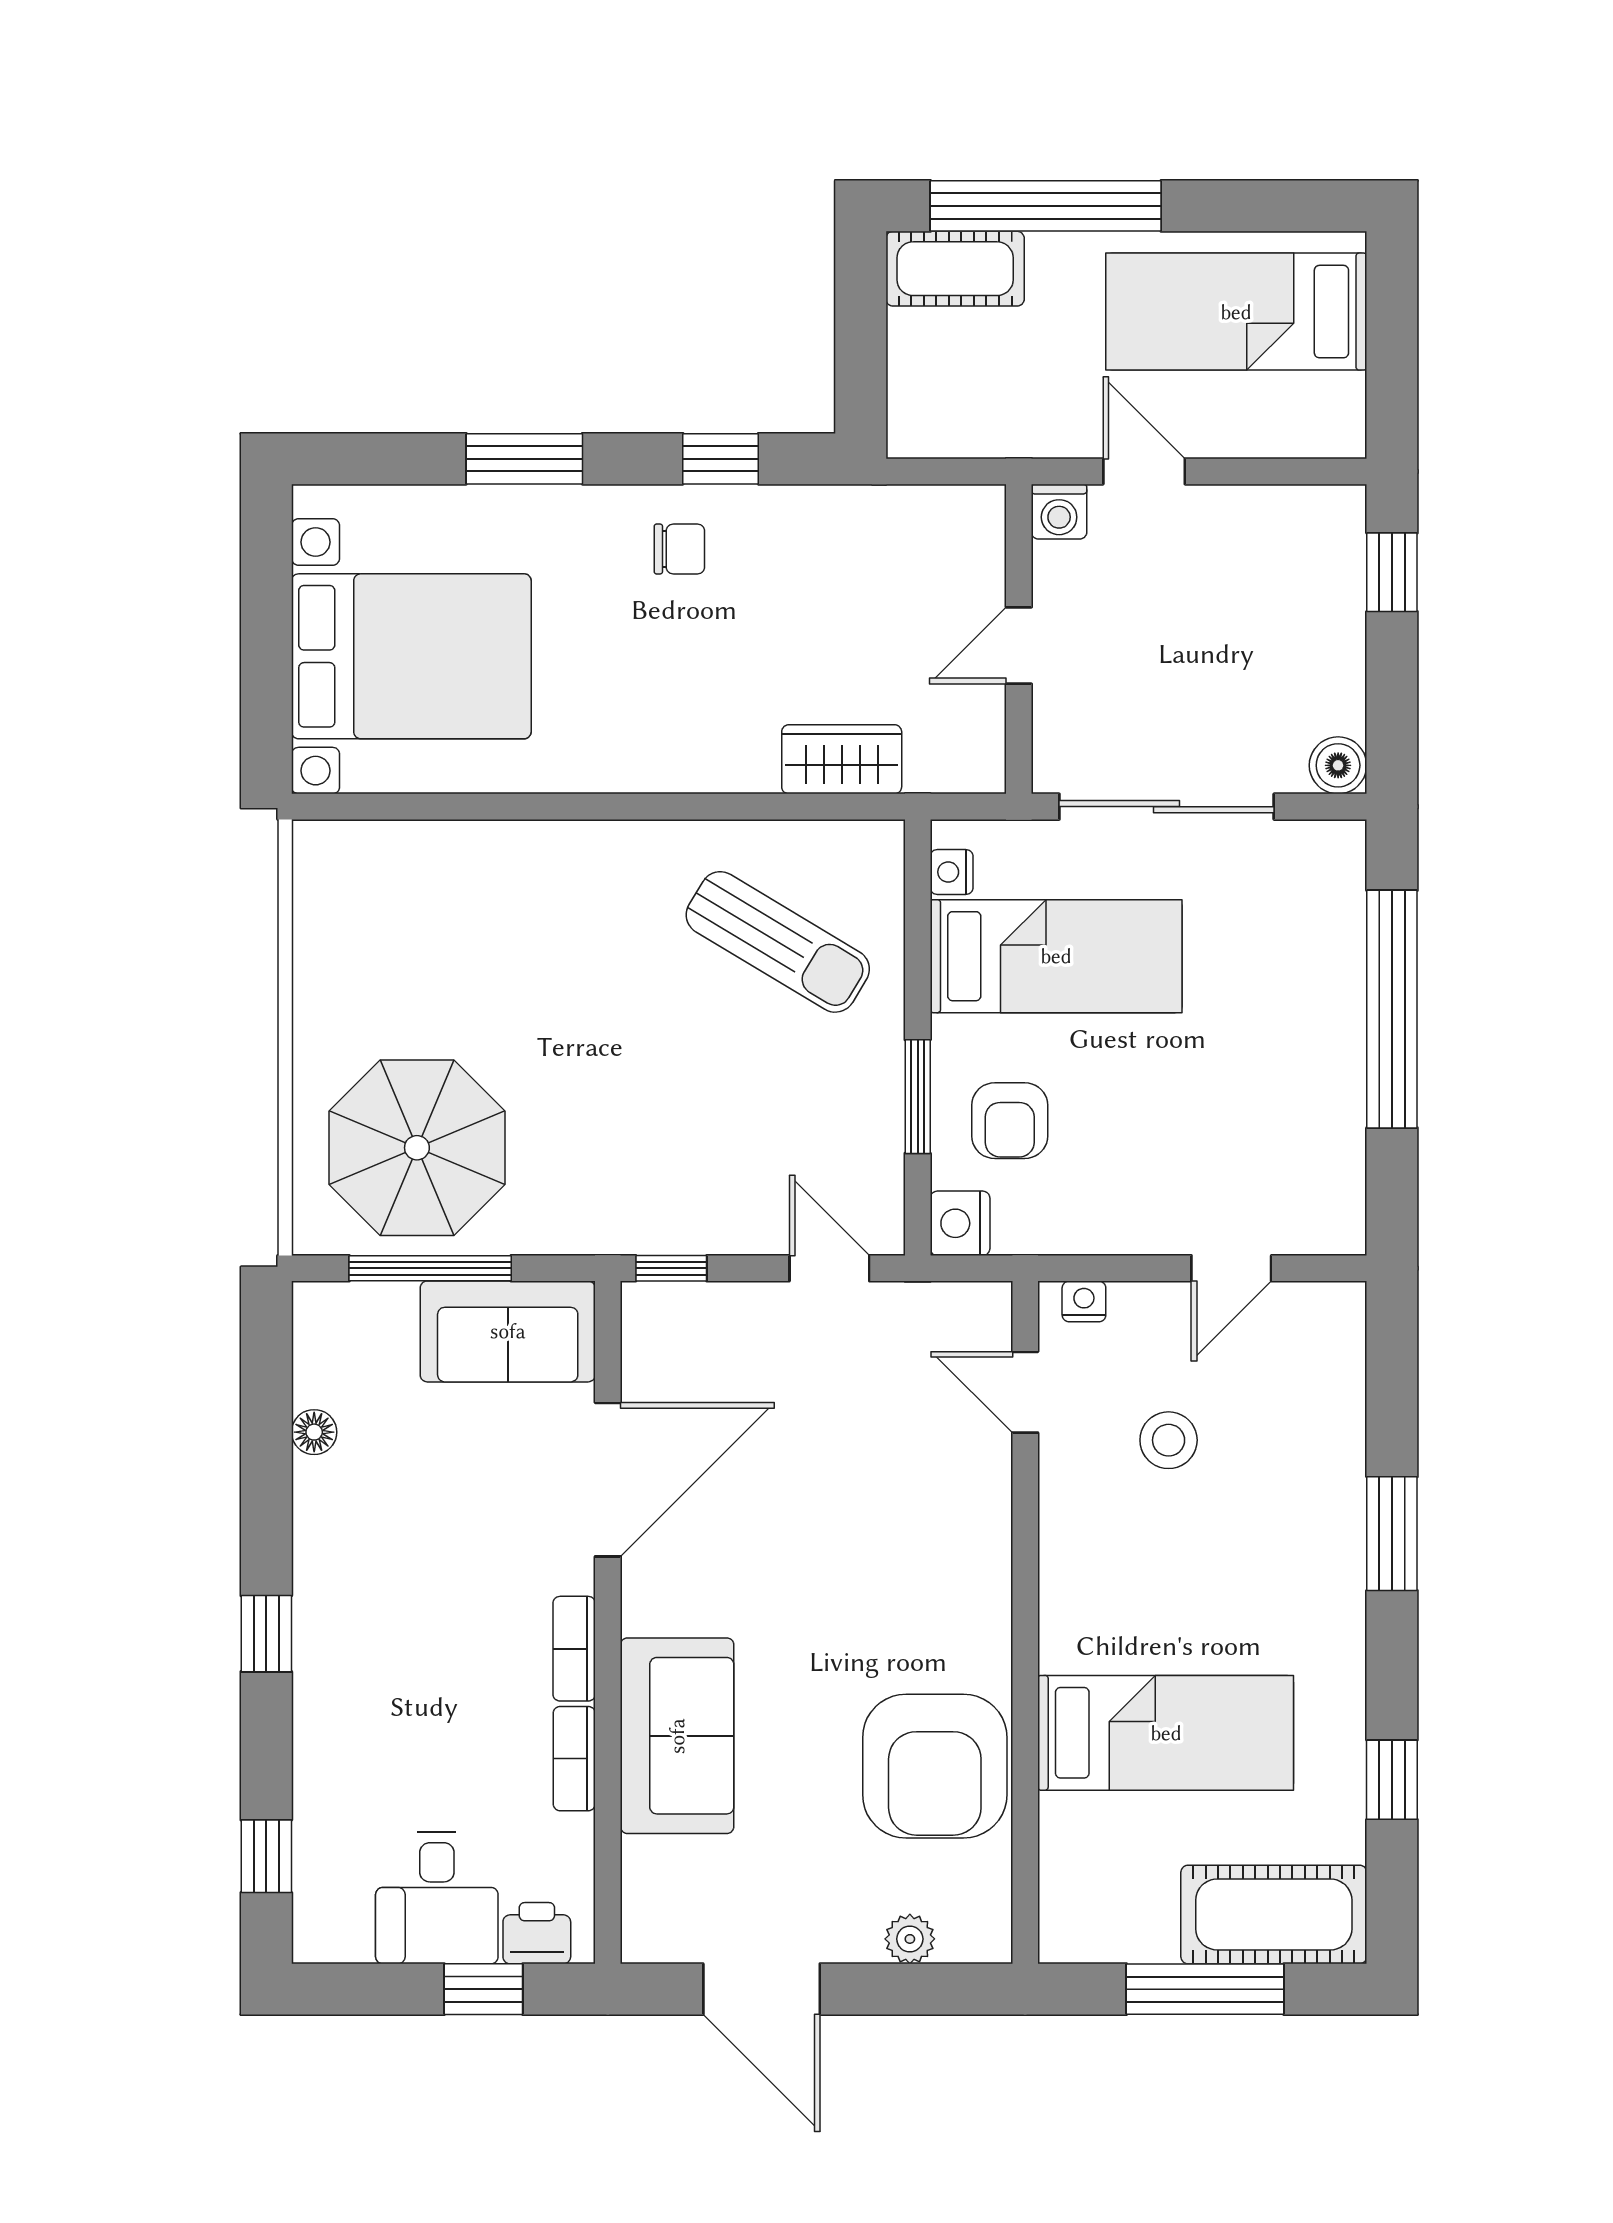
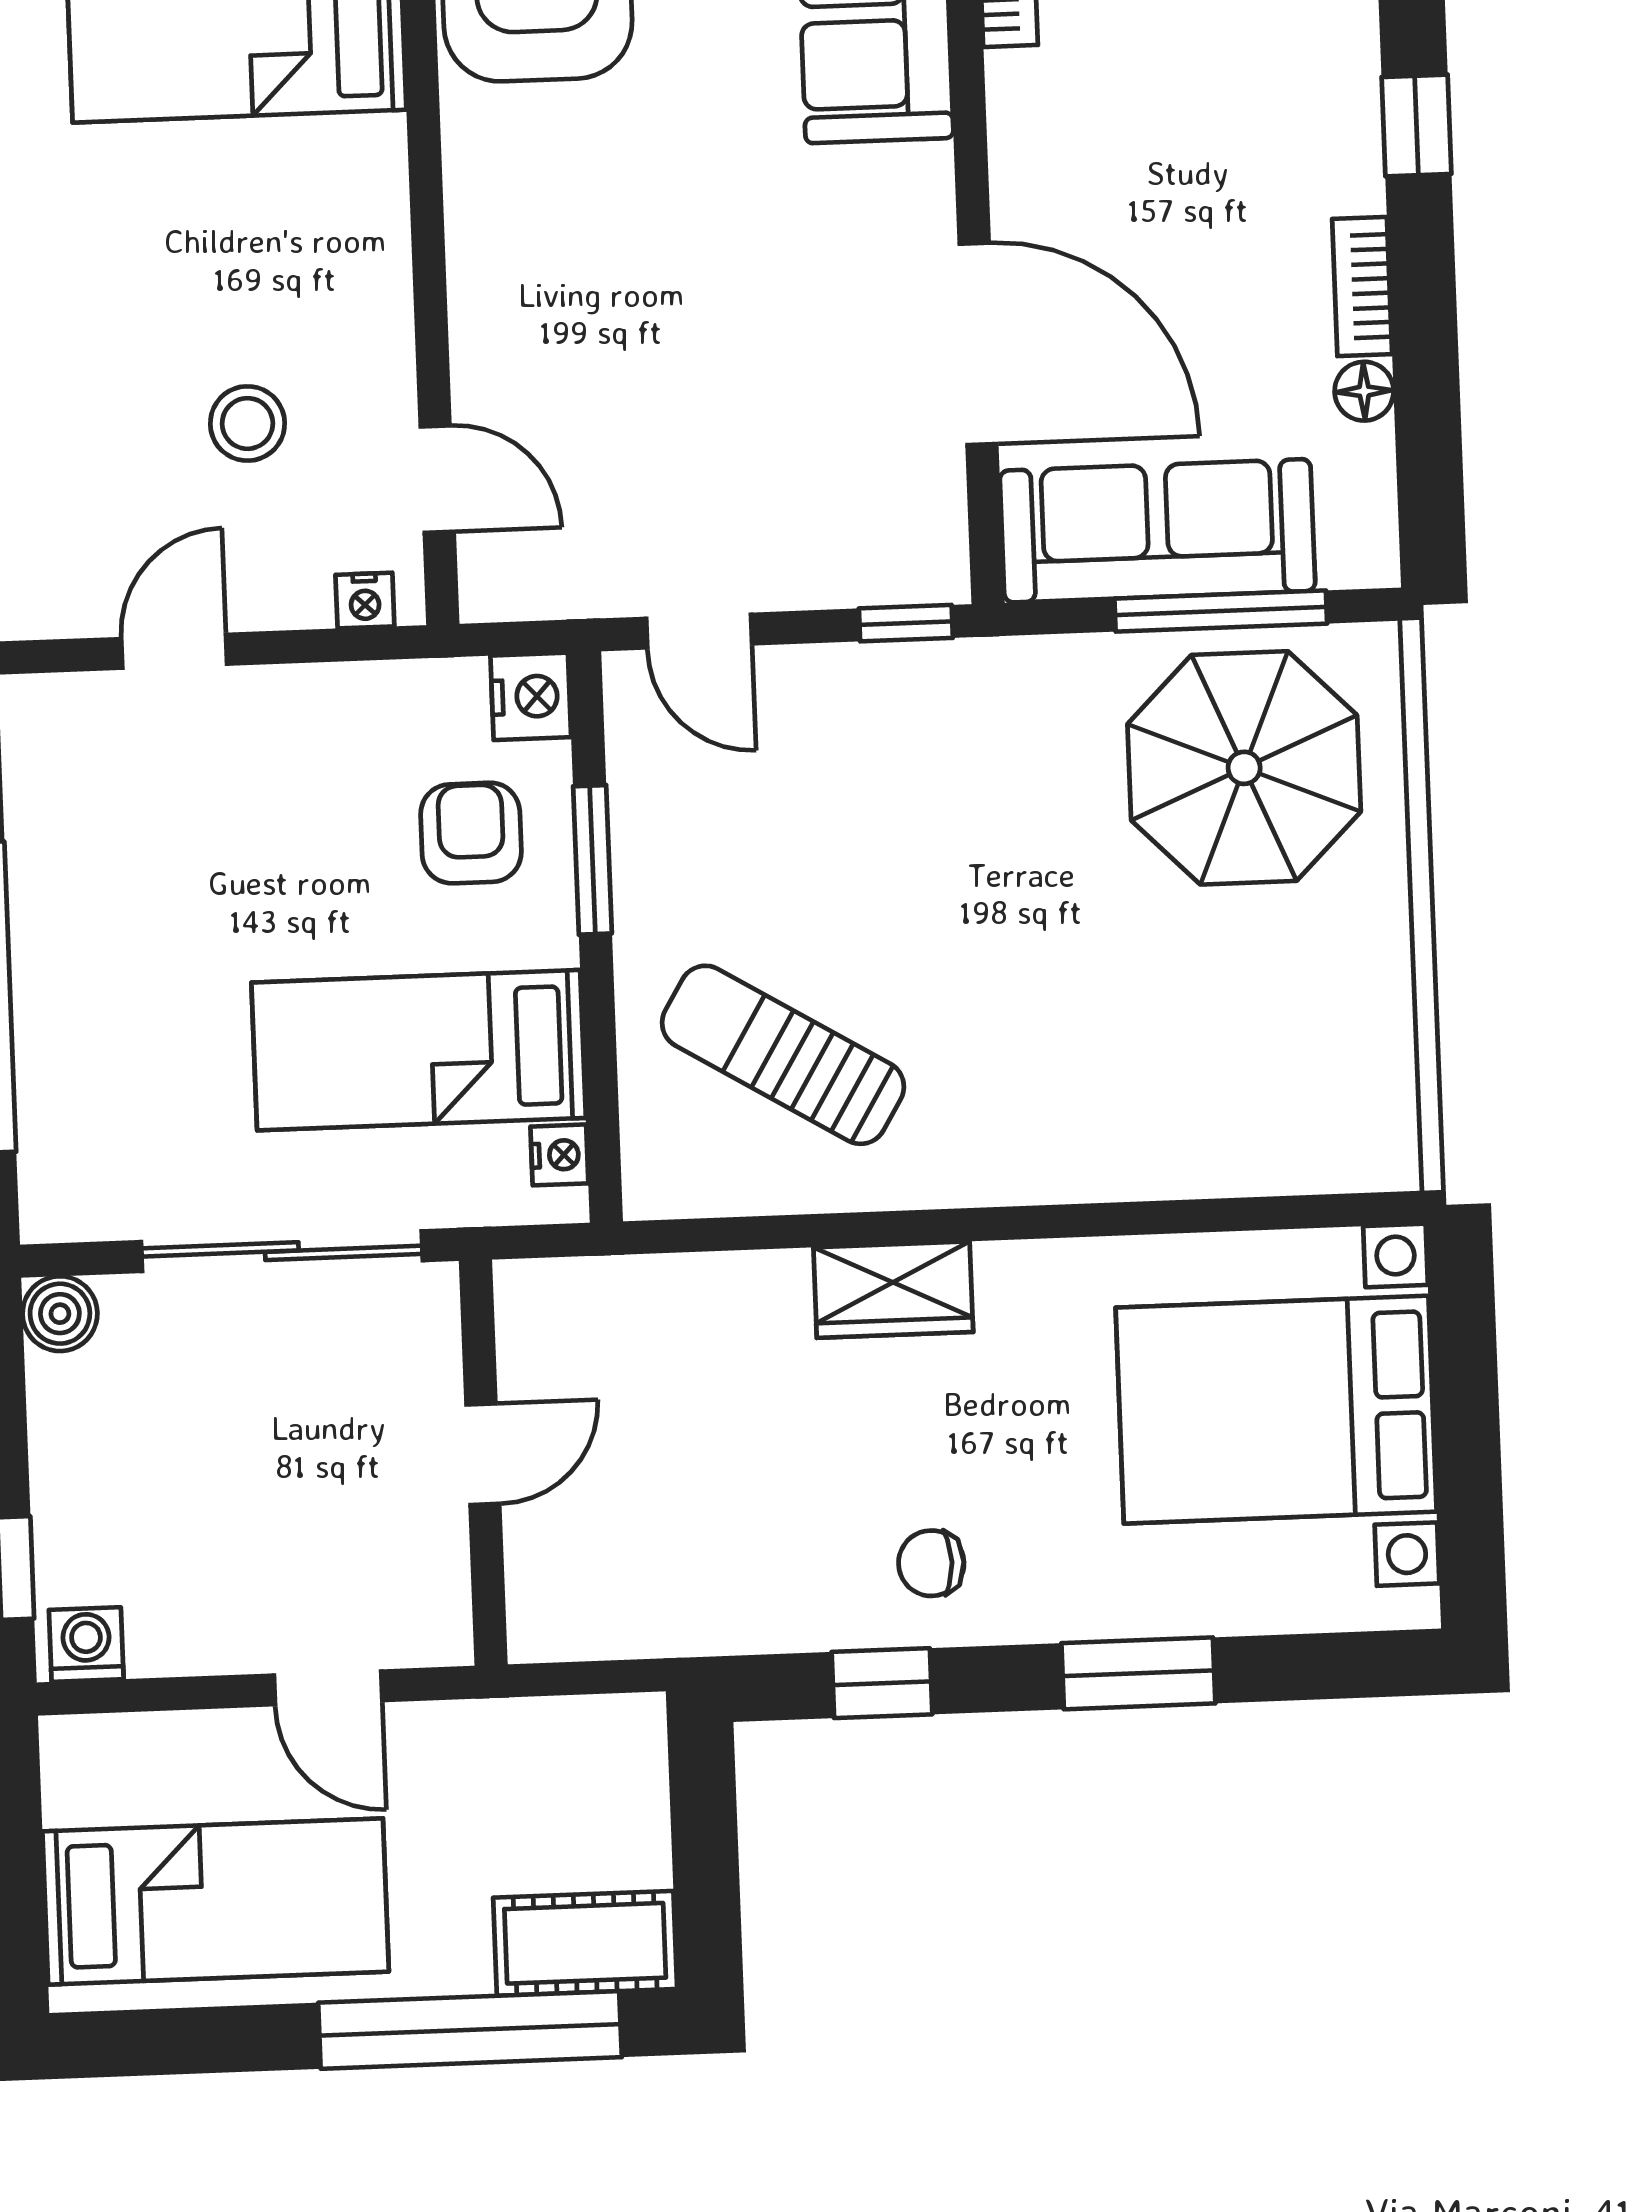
washing machine: (1059, 512) -> (86, 1645), moved
wardrobe: (842, 759) -> (893, 1290), moved
sofa: (508, 1331) -> (1157, 531), width x1.36
door: (608, 1480) -> (978, 344), swing flipped
bookcase: (574, 1649) -> (1362, 286), moved, turned 180

